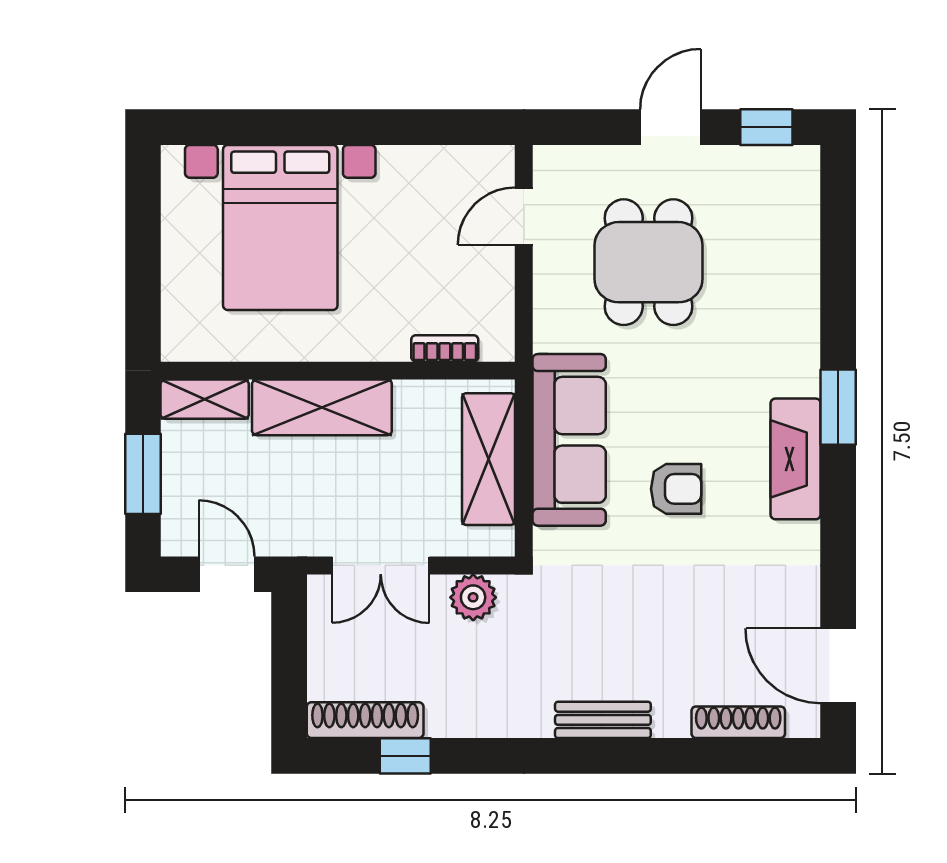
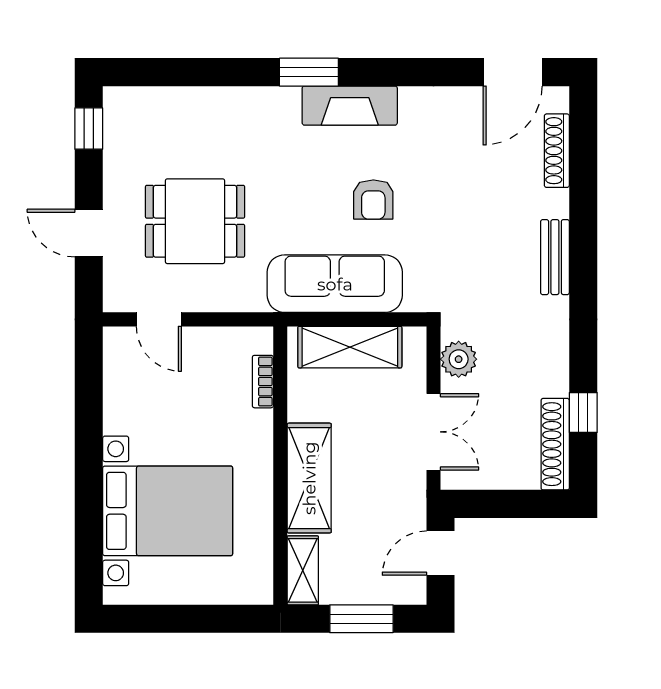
door: (671, 127) -> (89, 233), moved
armchair: (676, 489) -> (373, 200), turned 180

